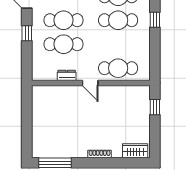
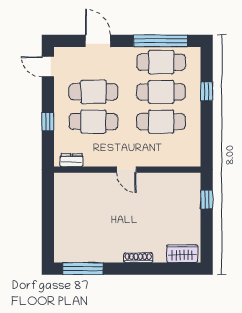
window: (27, 33) -> (48, 122), moved
cafe table: (118, 68) -> (161, 122), moved
dresser: (67, 75) -> (72, 160), moved

